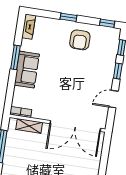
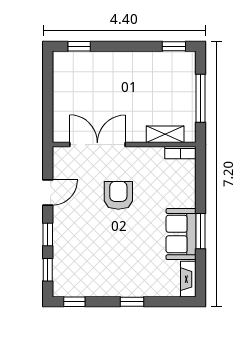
armchair: (80, 40) -> (118, 195), moved
sofa: (27, 70) -> (181, 234), moved
double door: (75, 126) -> (97, 145), width x0.73

